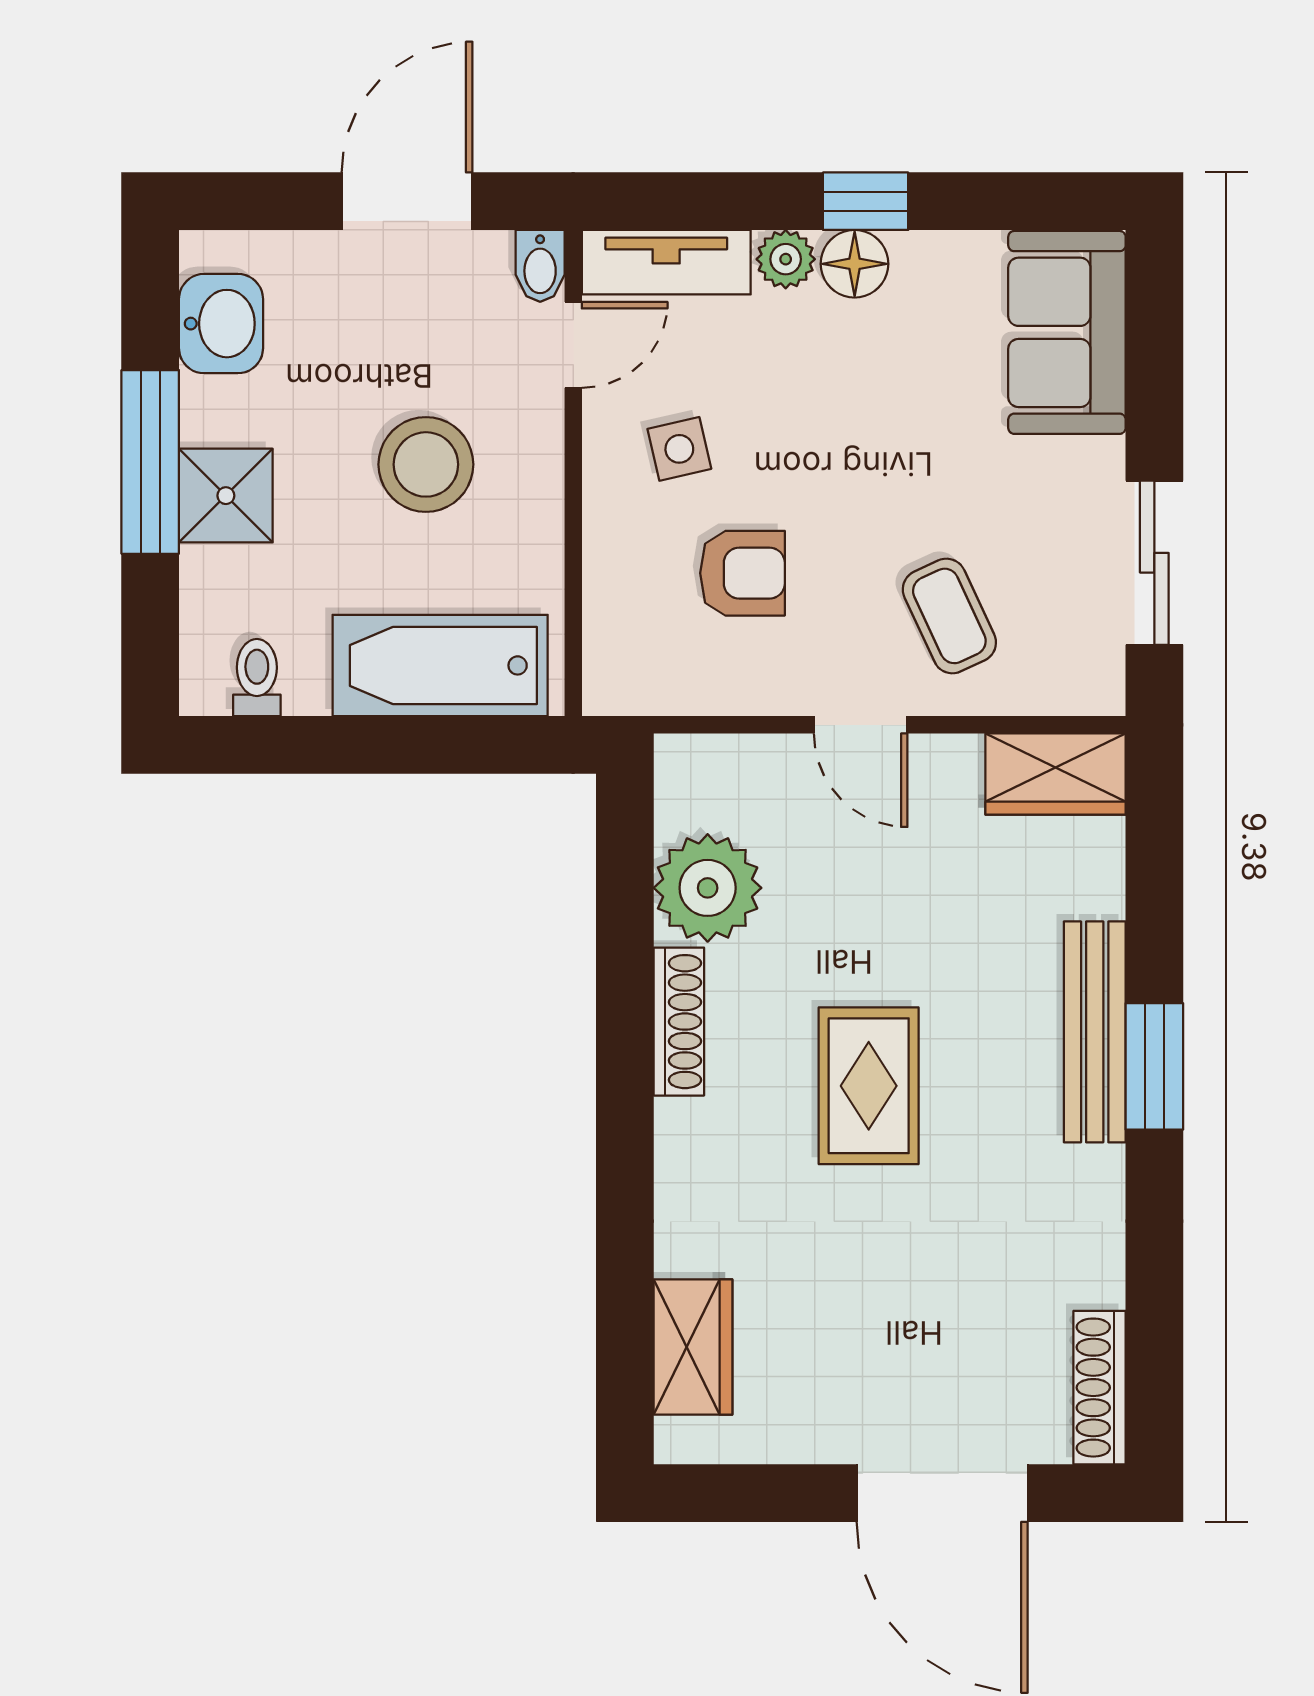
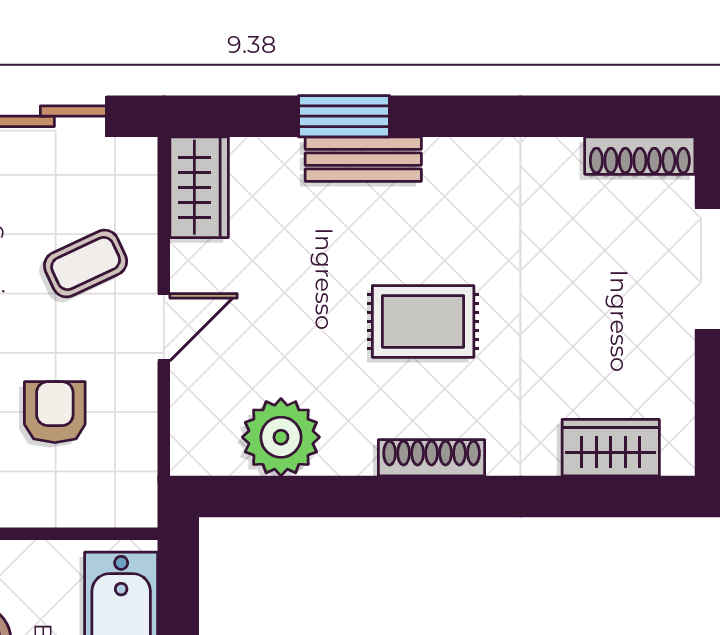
shoe rack: (679, 1022) -> (432, 458), moved
bench: (1095, 1032) -> (363, 159), width x0.73
window: (1154, 1066) -> (344, 116), moved

